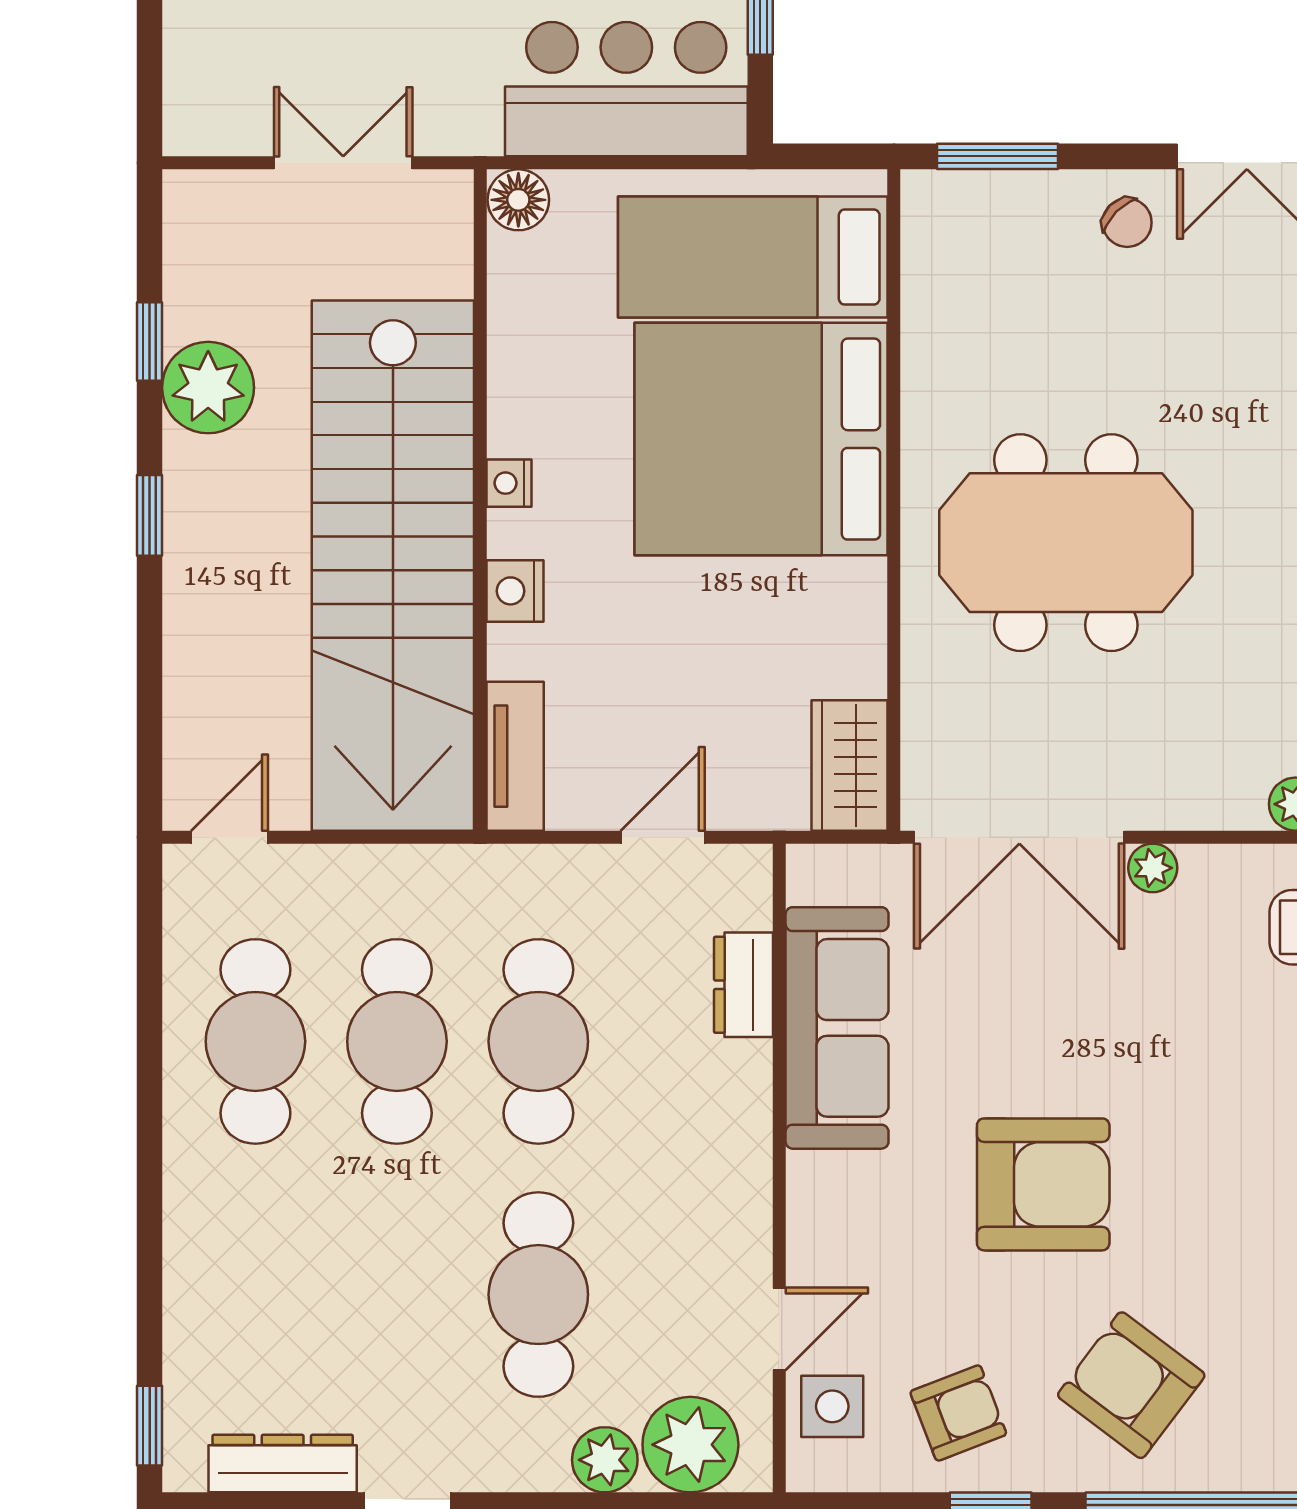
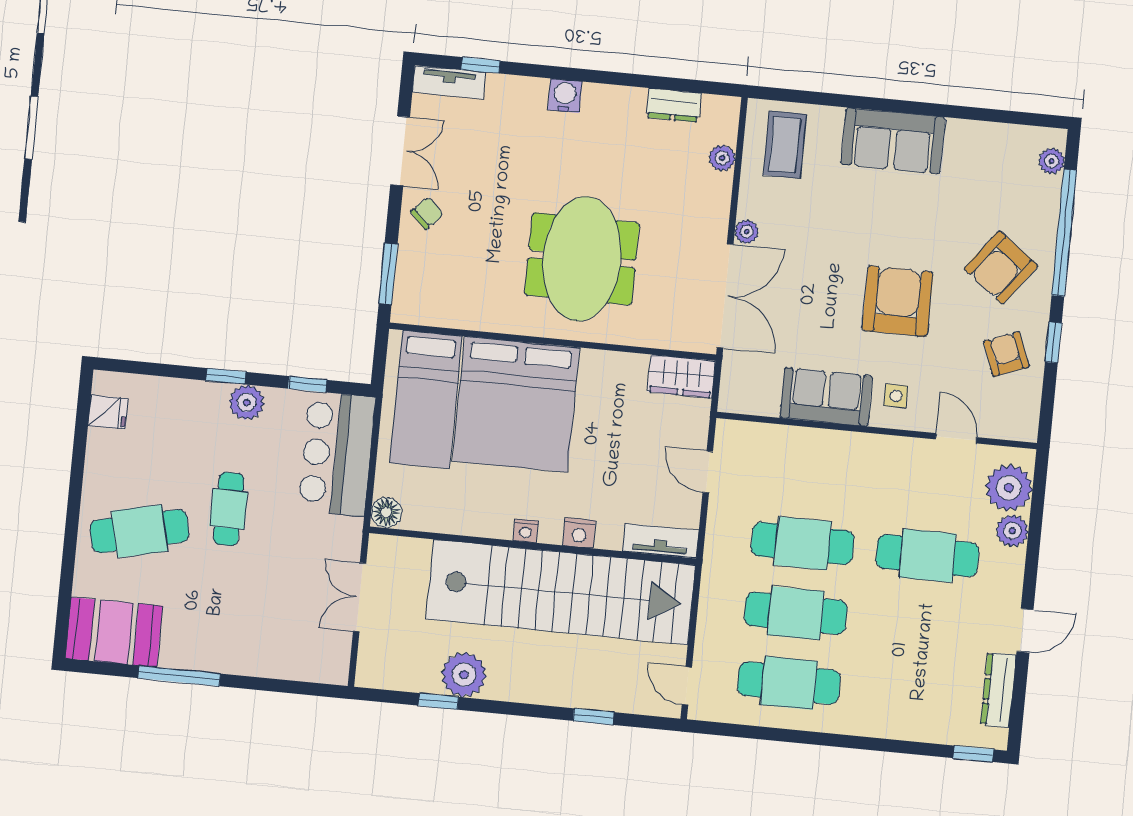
window: (150, 515) -> (593, 717), moved
dresser: (744, 985) -> (785, 439), removed
sofa: (837, 1028) -> (826, 397), width x0.73
side table: (832, 1406) -> (896, 396), moved, width x0.73, depth x0.73

